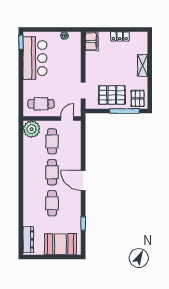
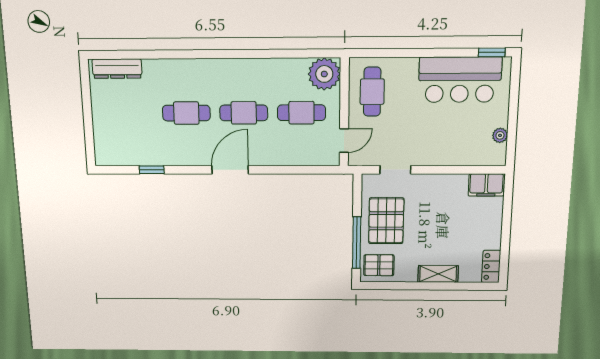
locker: (120, 36) -> (491, 267), moved
door: (67, 119) -> (344, 141), hinge flipped
booth: (60, 244) -> (112, 129), removed

